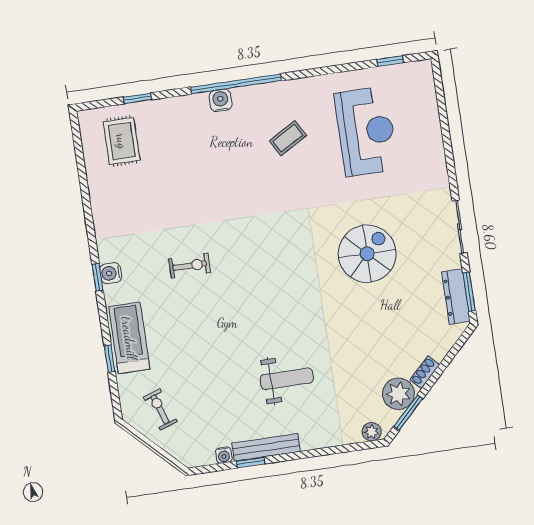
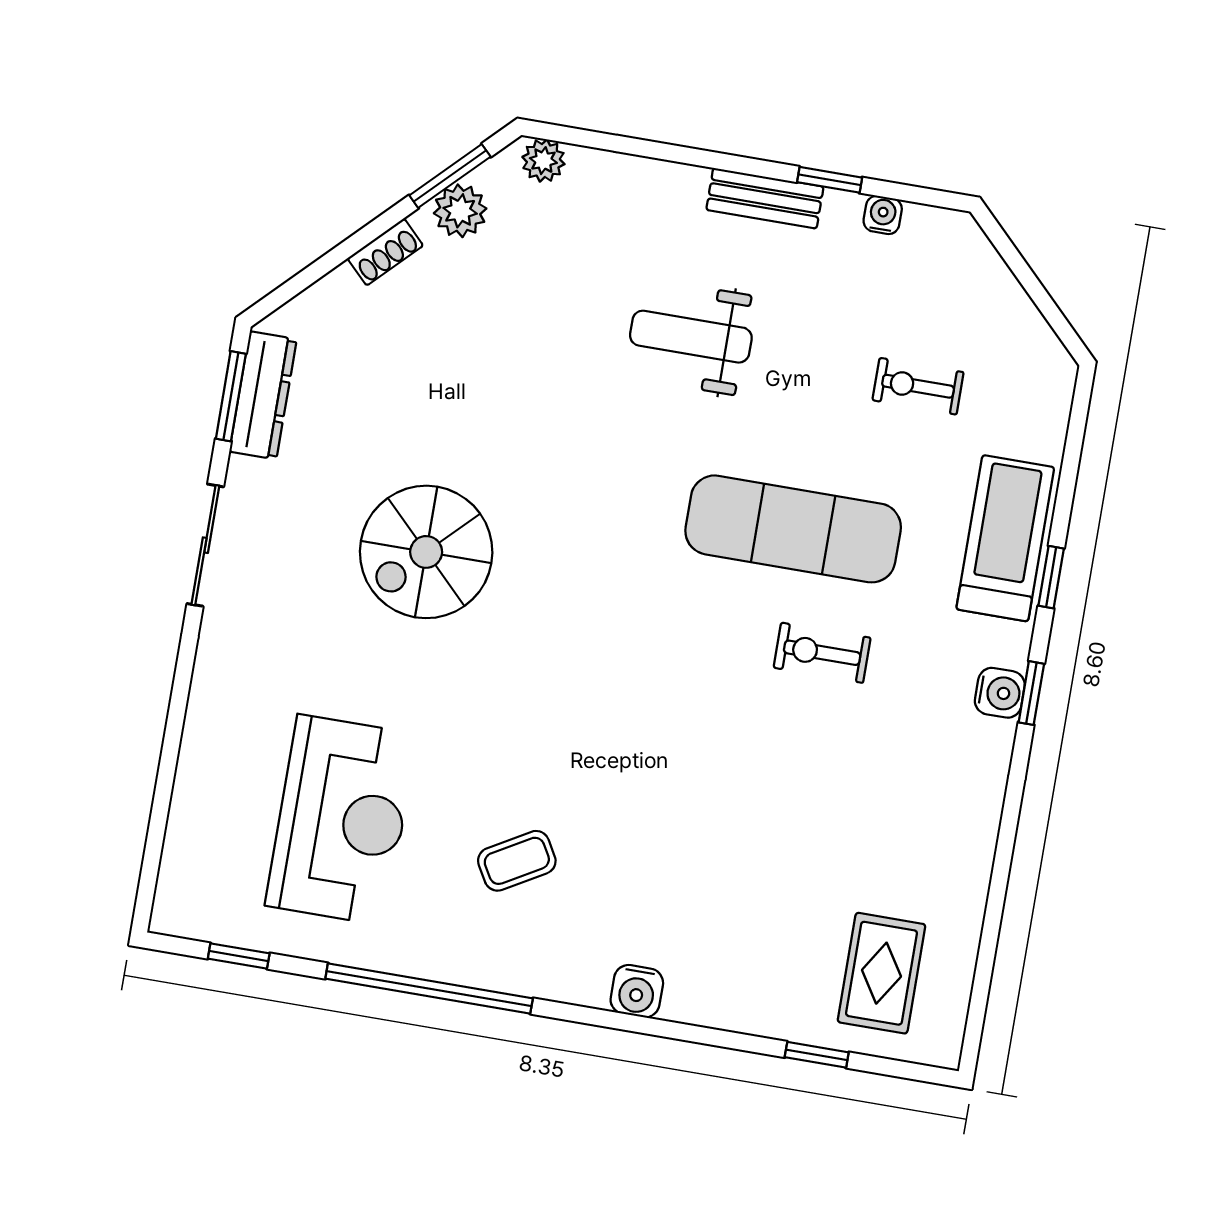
window: (236, 84) -> (429, 989), moved
reception desk: (366, 131) -> (341, 820), turned 180
exercise mat: (218, 313) -> (793, 529), added
treadmill: (129, 338) -> (1005, 538), turned 180
window: (110, 359) -> (1051, 577), moved
plant: (398, 394) -> (460, 211), width x0.73, depth x0.73
exercise bike: (160, 409) -> (918, 386), moved, turned 109
bench: (266, 447) -> (765, 198), width x0.73

